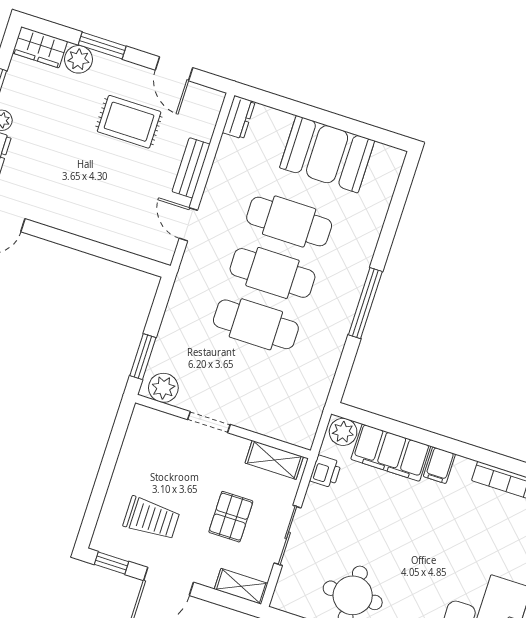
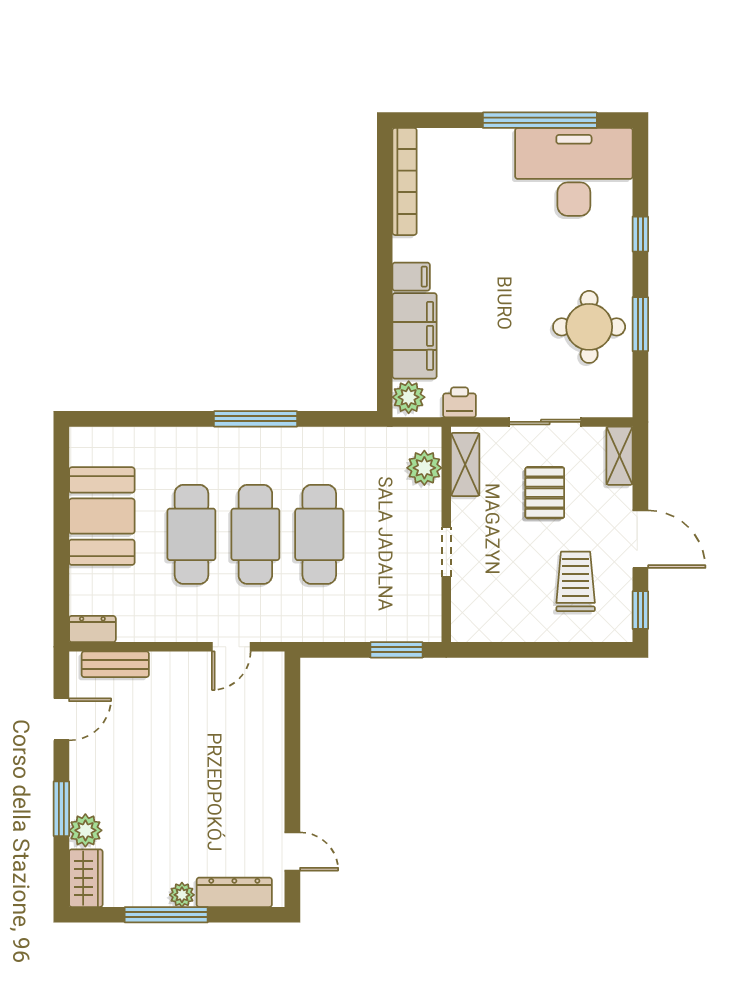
rug: (129, 122) -> (137, 751), removed
bench: (191, 168) -> (115, 664), moved
plant: (163, 388) -> (424, 468), moved
pallet: (231, 517) -> (545, 493), turned 90

